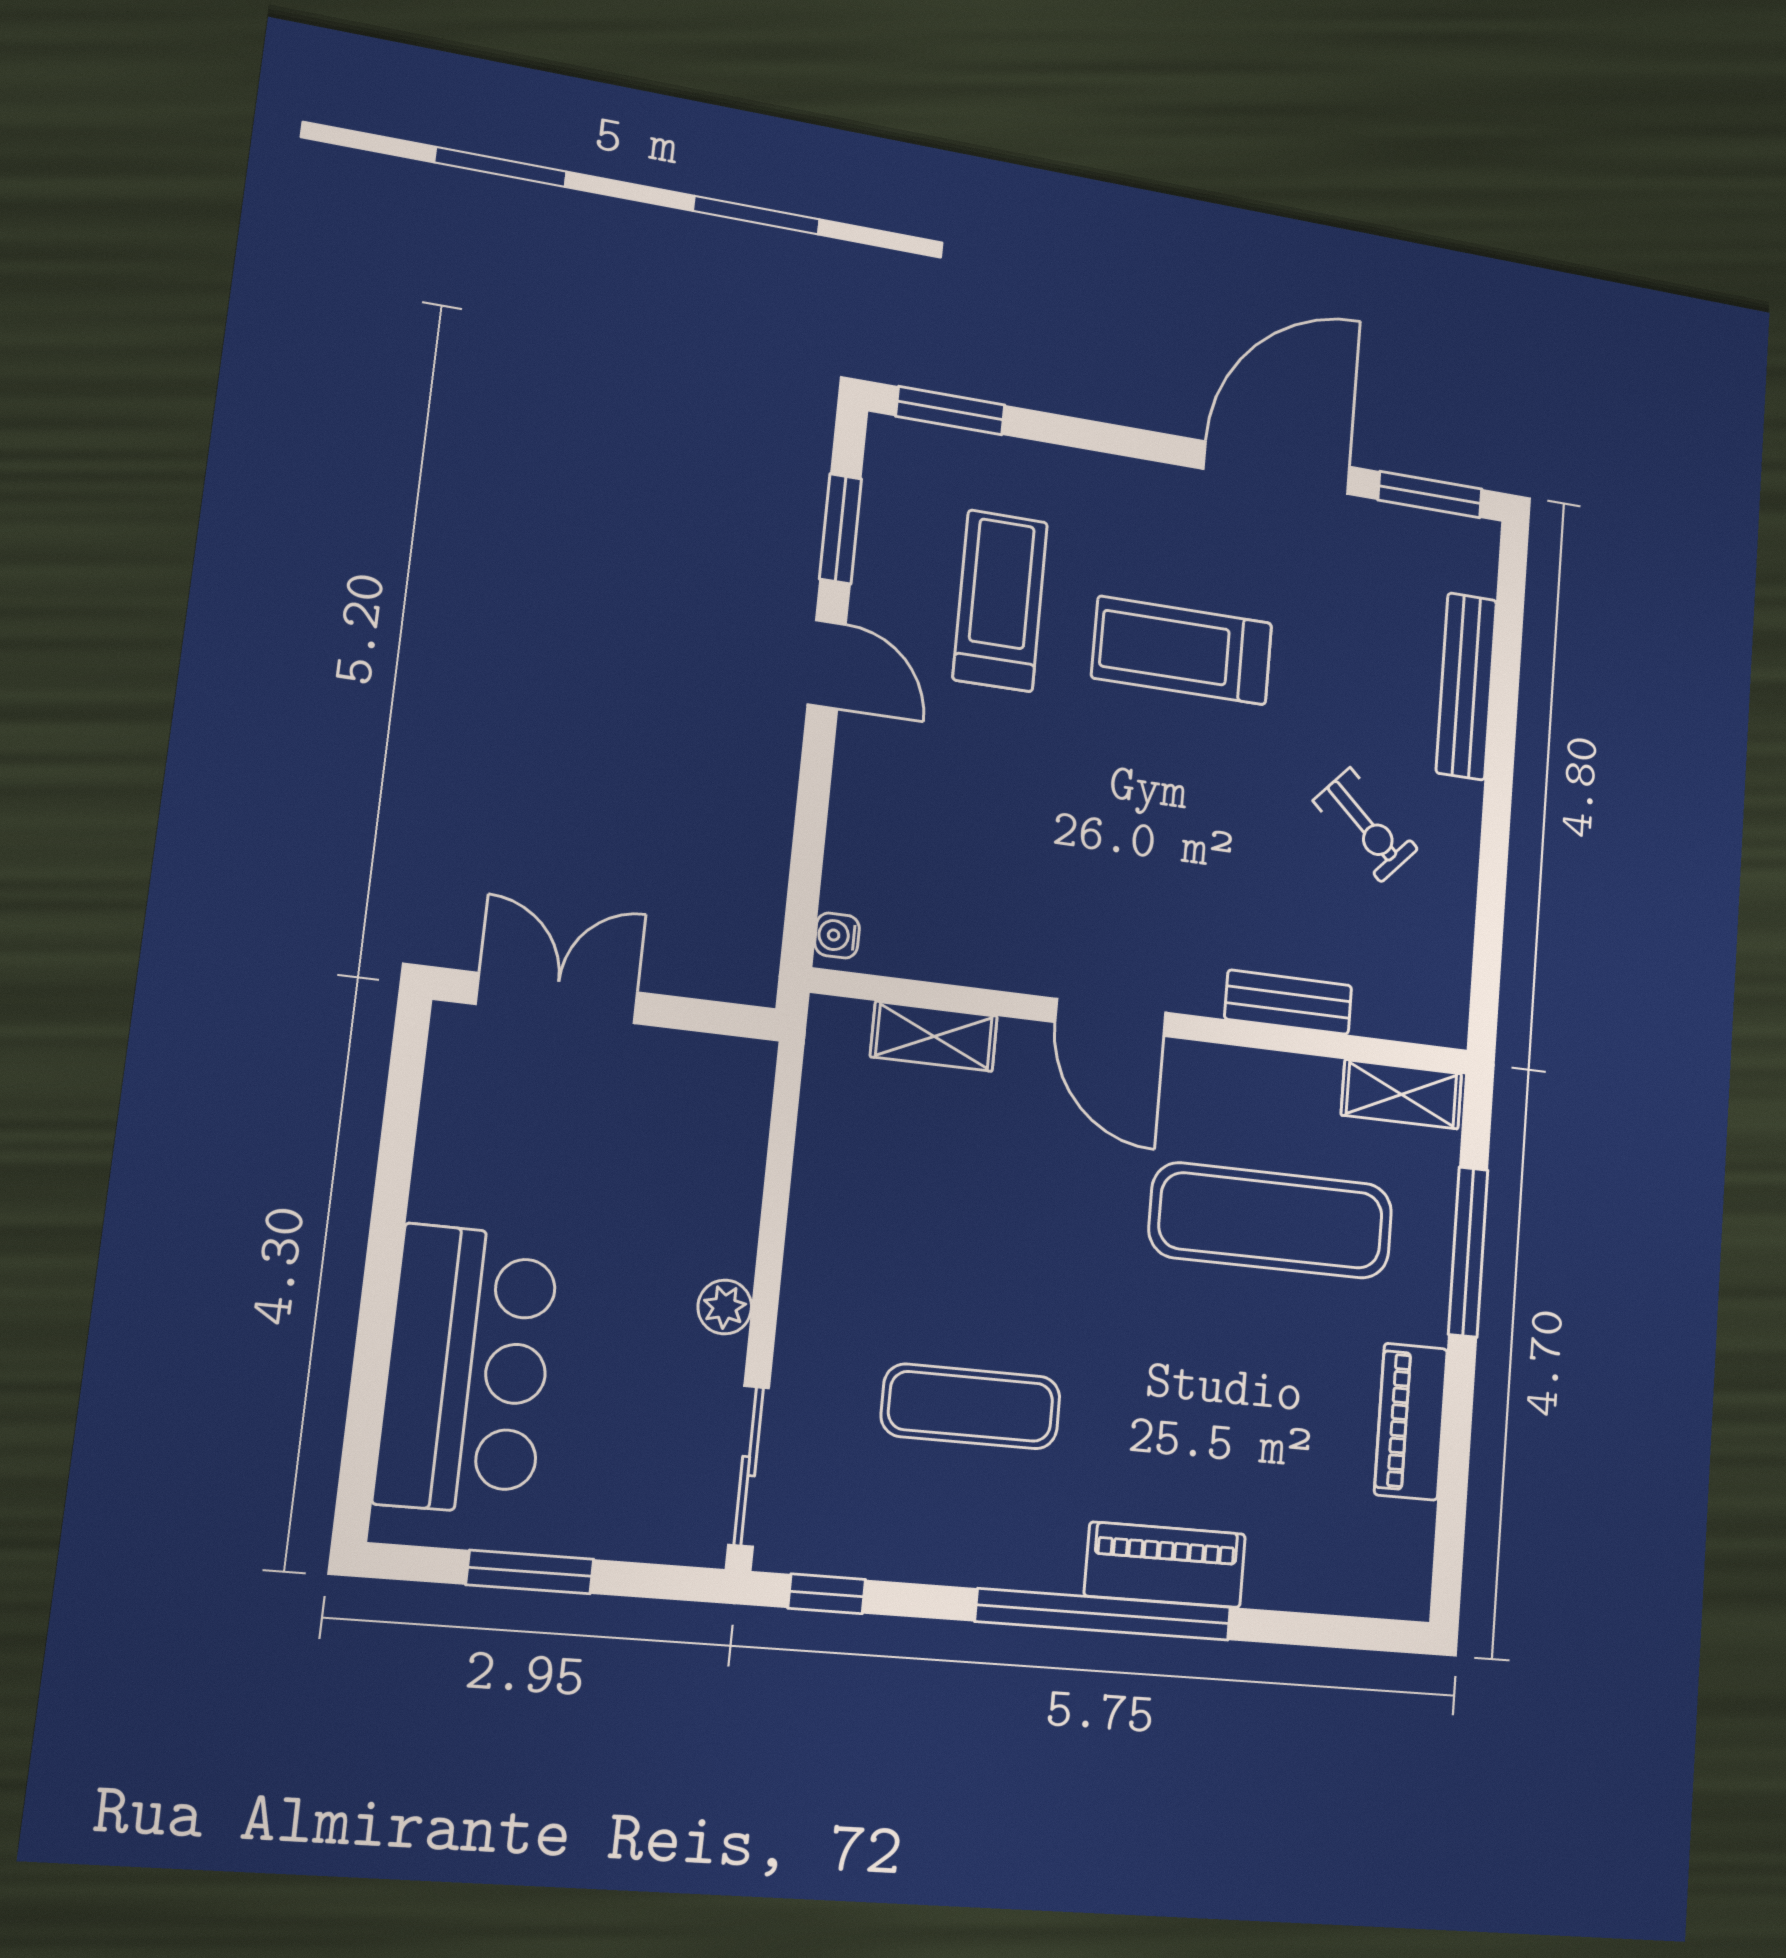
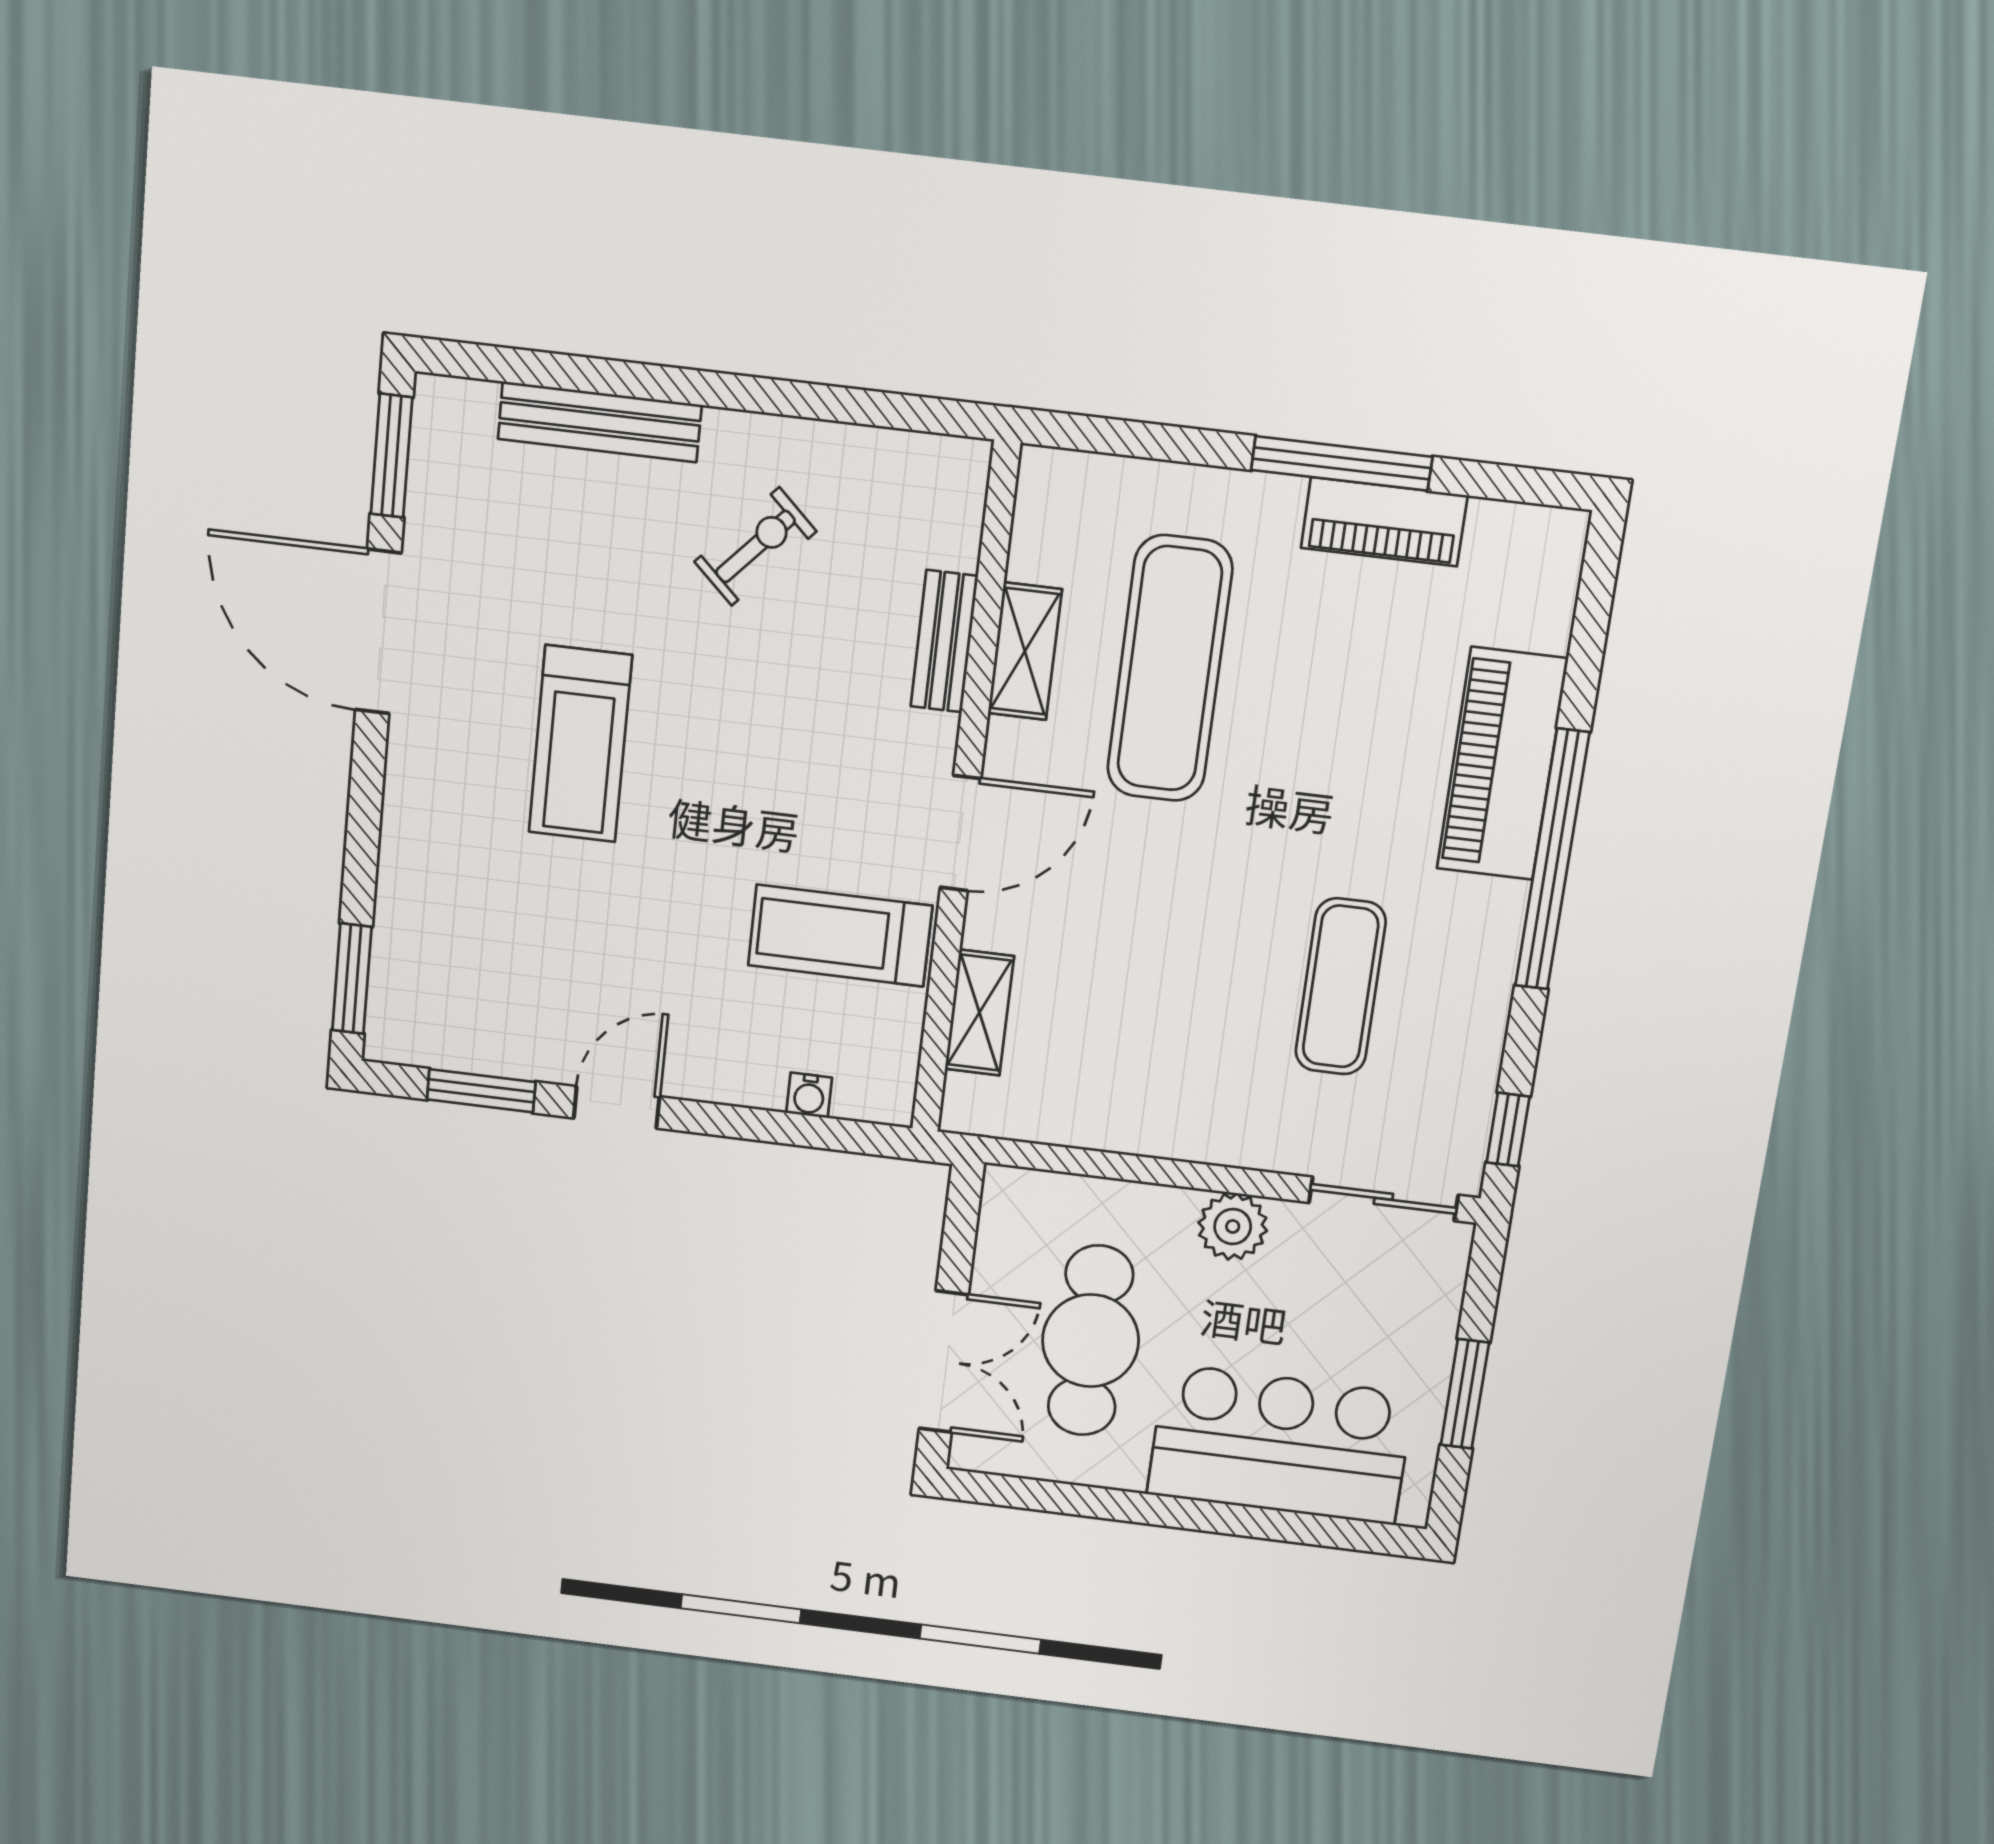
treadmill: (1000, 601) -> (840, 936), moved
water cooler: (837, 936) -> (809, 1095), moved
double door: (557, 998) -> (944, 1362), swing flipped
shelving: (1402, 1094) -> (1025, 651), moved
cafe table: (584, 1157) -> (1091, 1341), added
window: (1468, 1252) -> (1342, 463), moved
plant: (725, 1307) -> (1233, 1227), width x1.38, depth x1.38
piano: (1165, 1565) -> (1502, 764), width x1.37, depth x1.33

